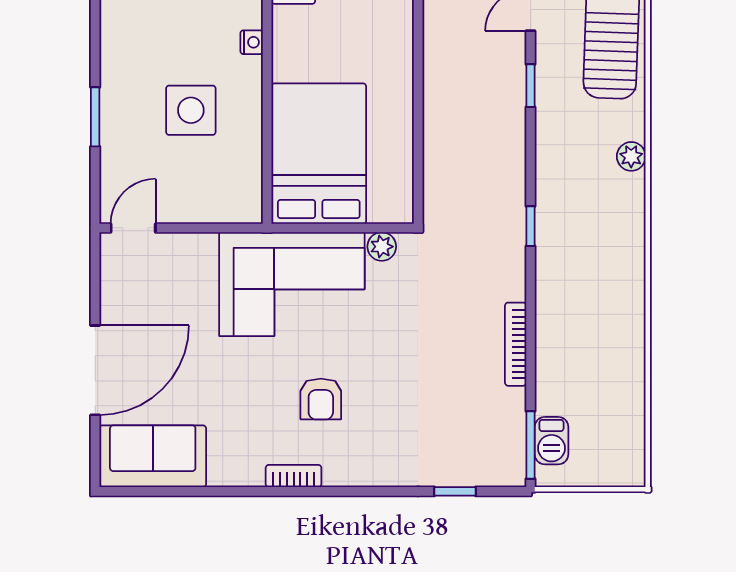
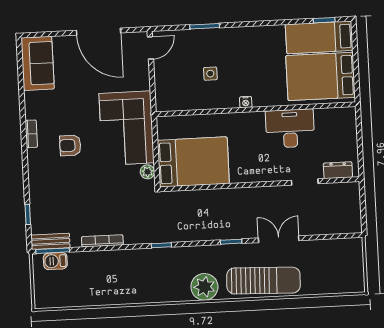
side table: (191, 110) -> (210, 74), width x0.54, depth x0.54
bed: (319, 154) -> (193, 162), moved
plant: (631, 156) -> (204, 287), width x1.87, depth x1.87
door: (133, 228) -> (150, 48), hinge flipped
door: (95, 370) -> (99, 32), moved
bench: (511, 448) -> (50, 241), added

